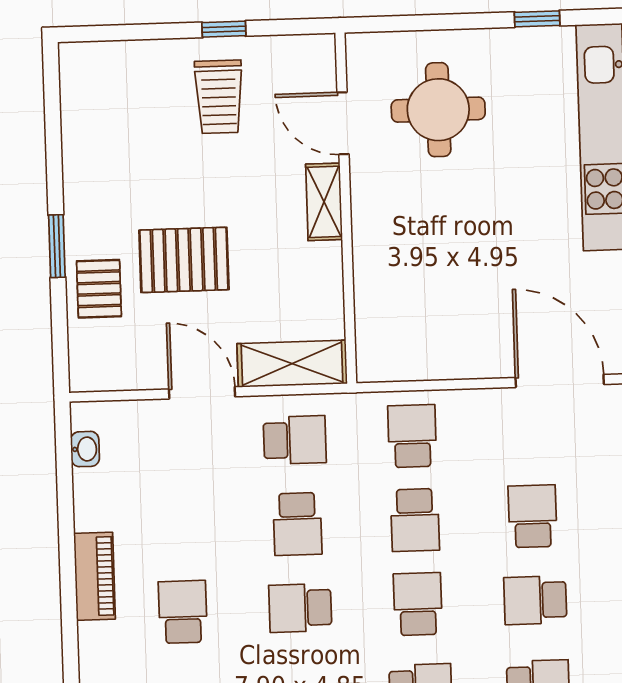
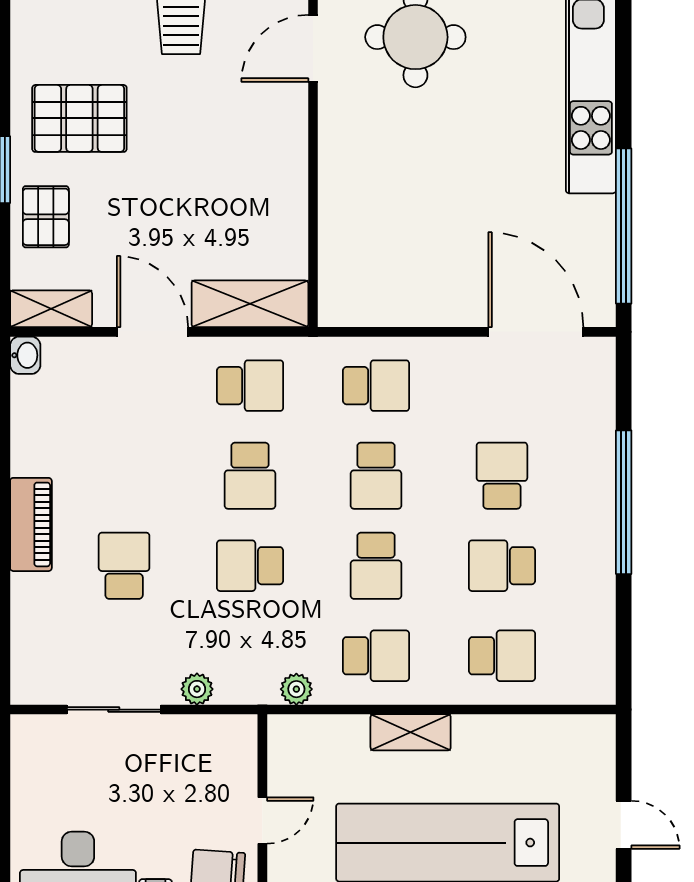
door: (343, 123) -> (313, 48), hinge flipped
shelving: (324, 202) -> (51, 309), moved, turned 90
pallet: (184, 260) -> (79, 118), moved
school desk: (412, 436) -> (376, 386), turned 90
washbasin: (85, 449) -> (25, 355), moved
school desk: (418, 604) -> (376, 566), turned 180

